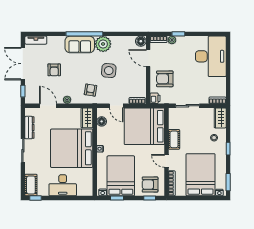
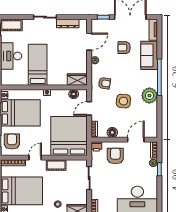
floor lamp: (141, 41) -> (112, 132), moved
sofa: (80, 44) -> (149, 55), moved
bed: (72, 148) -> (38, 65), width x0.49

